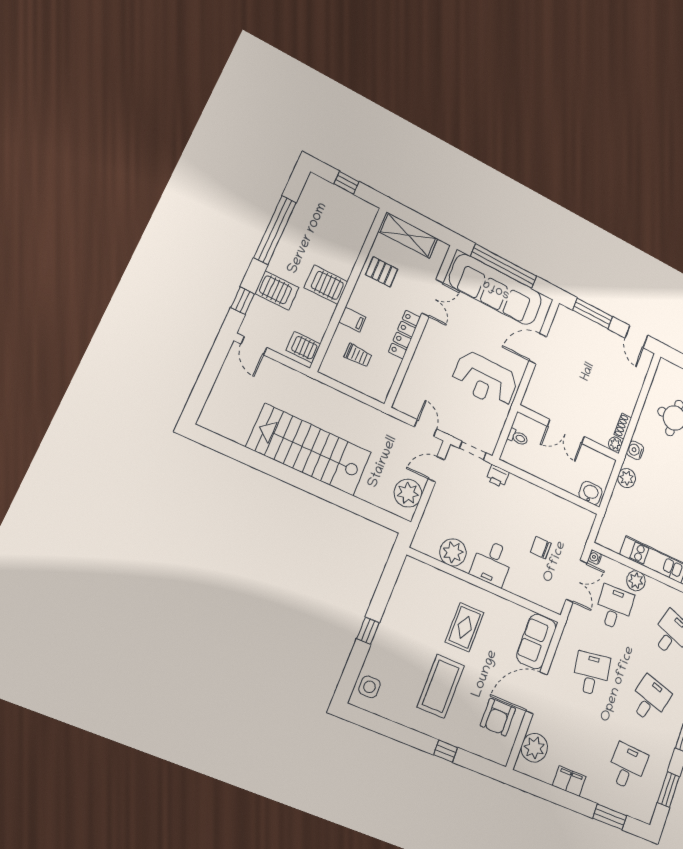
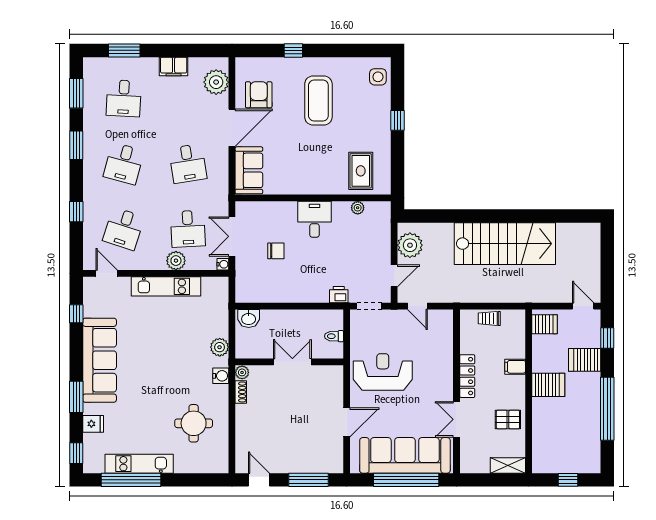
shelving: (408, 235) -> (508, 465), width x0.67, depth x0.75
trolley: (358, 355) -> (489, 318), moved
plant: (453, 552) -> (358, 208), width x0.53, depth x0.53
rug: (465, 627) -> (361, 171), moved

